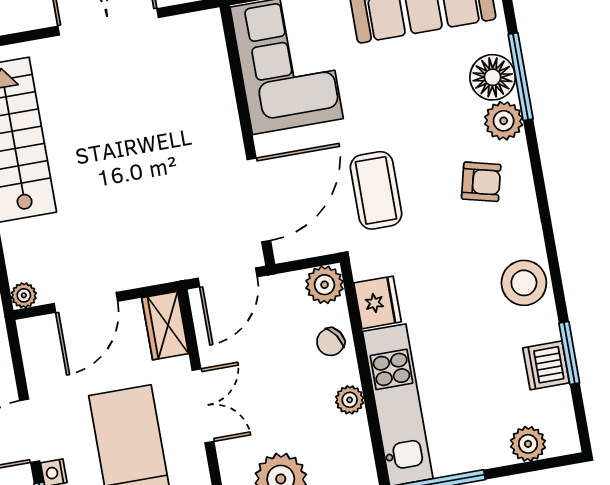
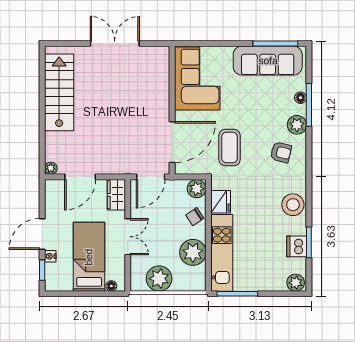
floor lamp: (493, 77) -> (301, 98), width x0.53, depth x0.53
plant: (350, 400) -> (193, 252), width x1.88, depth x1.88
plant: (528, 444) -> (296, 283), moved

